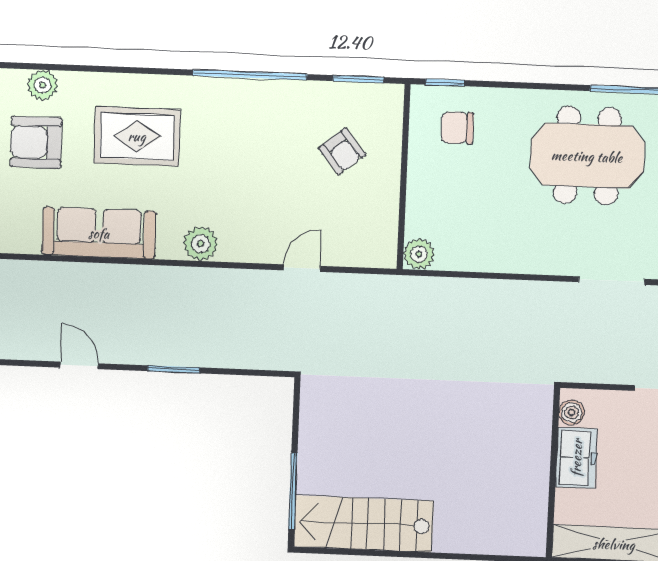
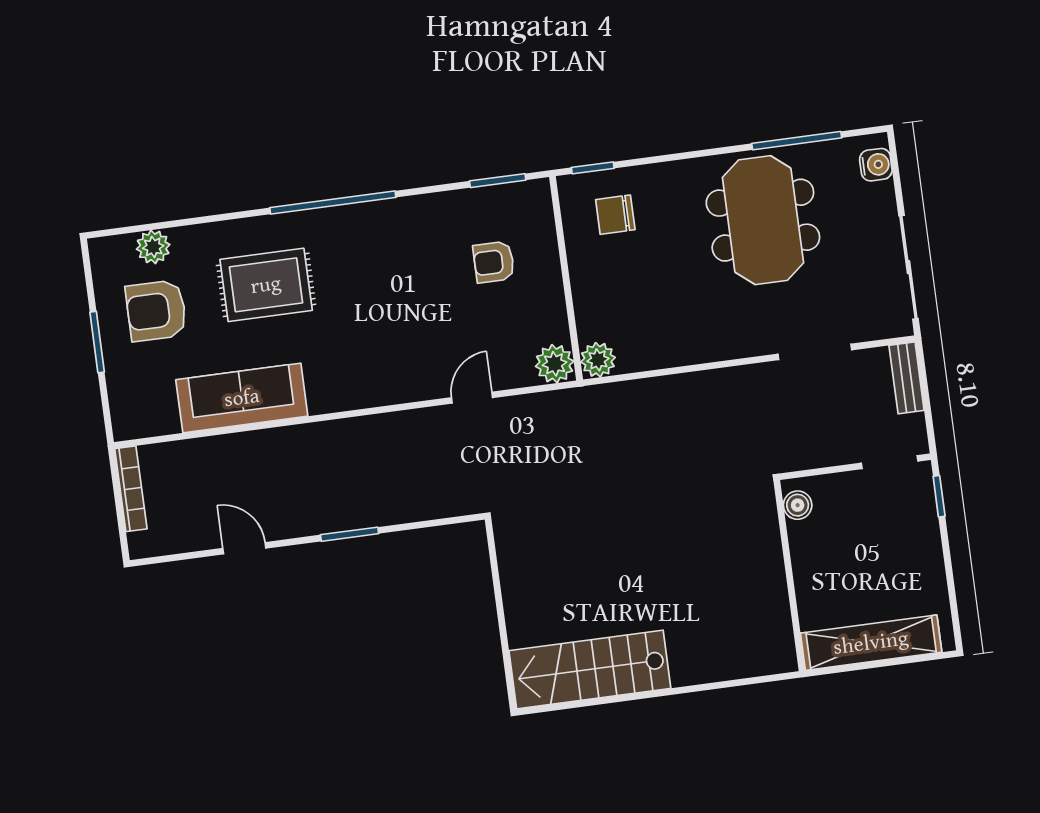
window: (250, 75) -> (333, 203), moved
armchair: (342, 151) -> (494, 262), turned 129
meeting table: (587, 156) -> (763, 220), turned 90
plant: (201, 244) -> (555, 364), moved
freezer: (576, 458) -> (812, 554), removed
window: (293, 491) -> (505, 647), removed

